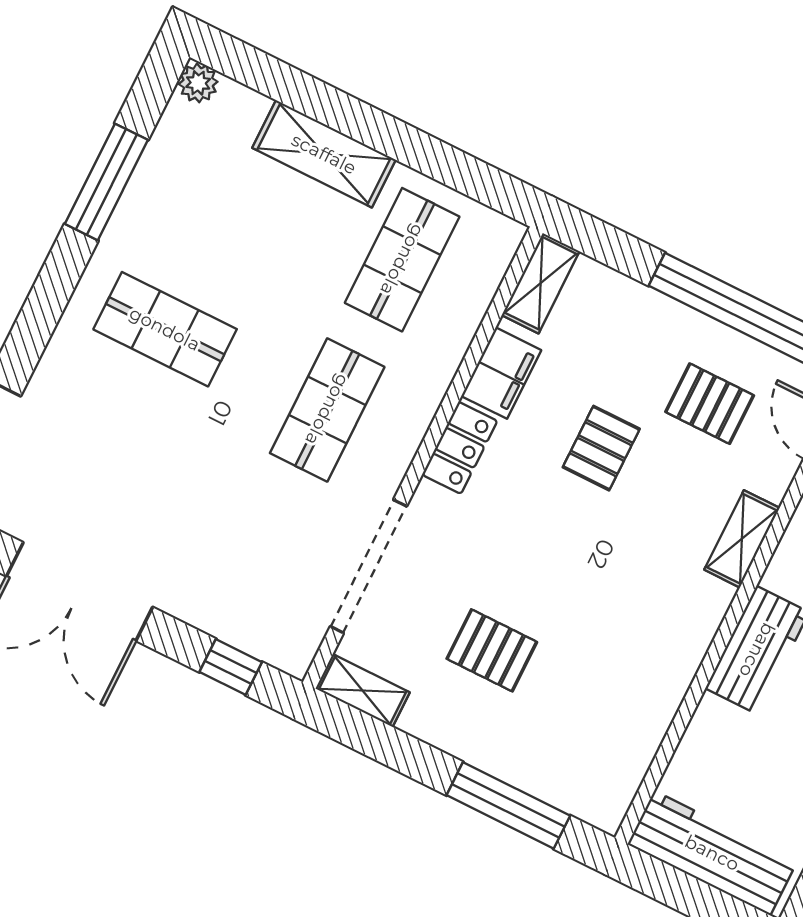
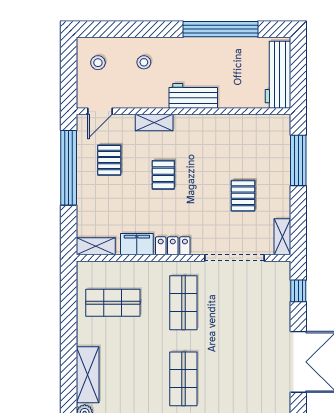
shelving: (324, 154) -> (88, 375), moved
shop shelf: (327, 410) -> (183, 303), turned 90
pallet: (601, 448) -> (163, 175), moved, turned 90

